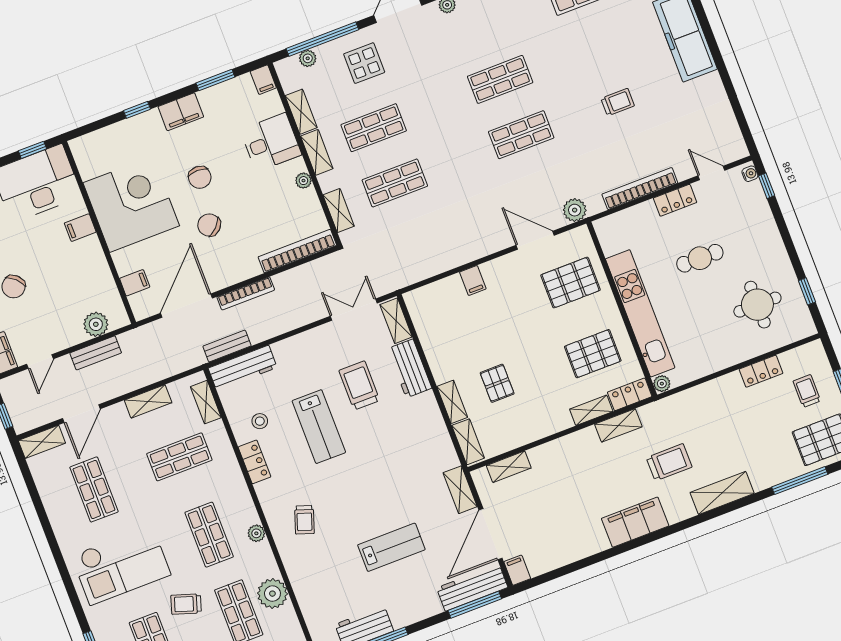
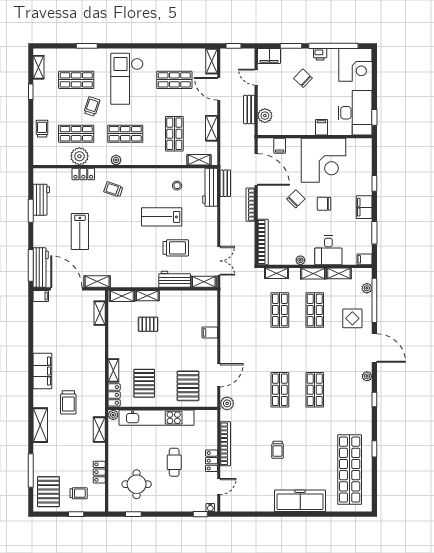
shelving: (618, 425) -> (99, 430), moved
locker: (255, 462) -> (83, 174), moved

